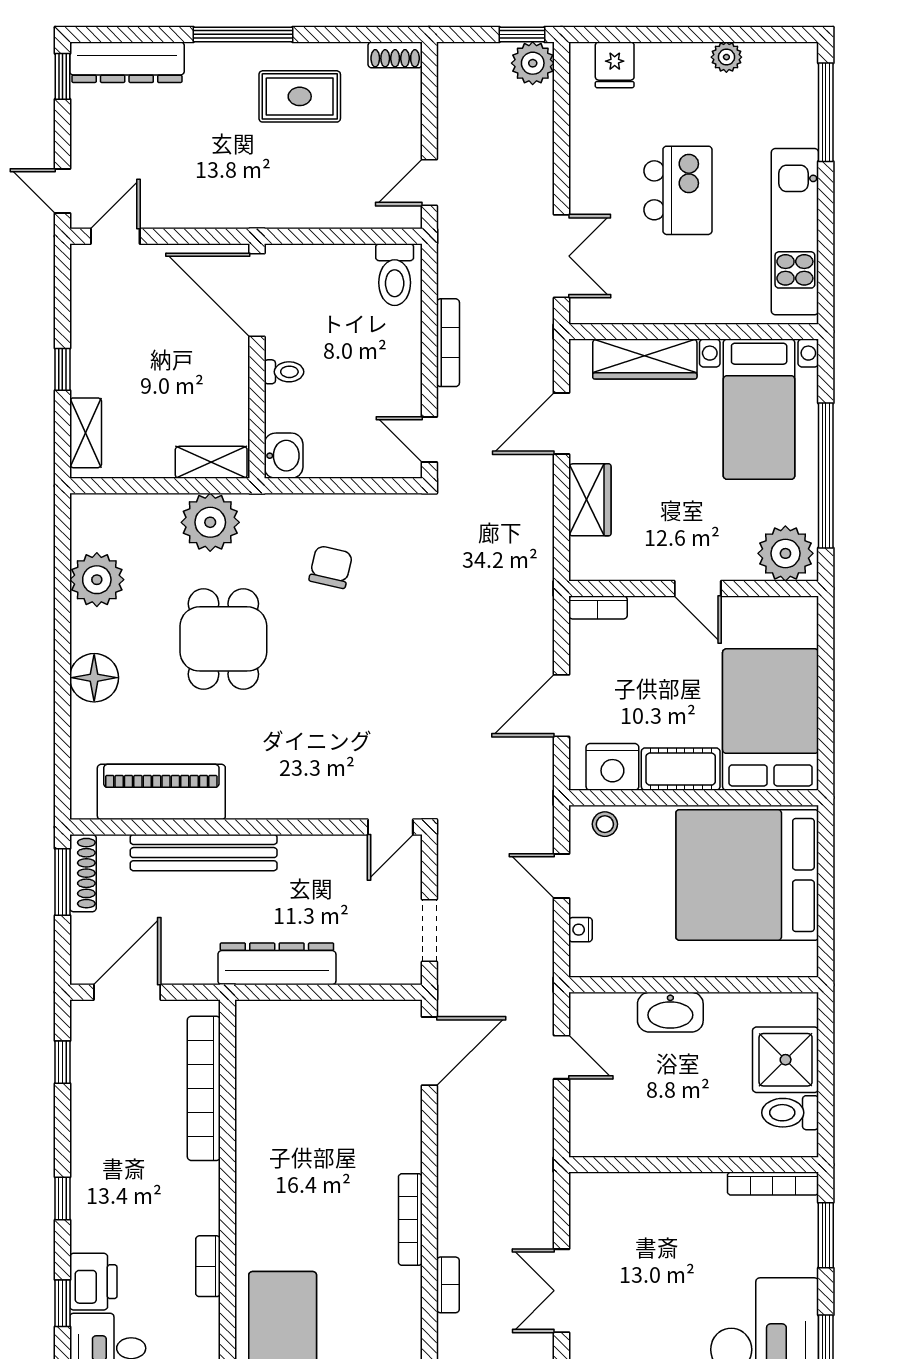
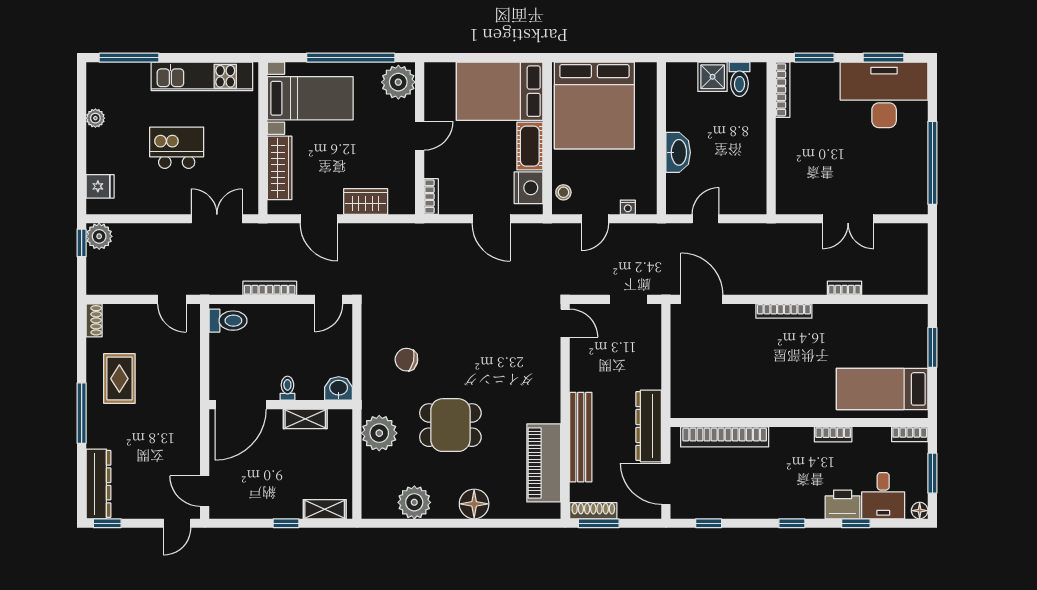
shelving: (211, 462) -> (305, 419), moved, turned 90
dresser: (277, 964) -> (649, 426), moved
shower: (786, 1060) -> (713, 77), width x0.73, depth x0.73
bookcase: (410, 1220) -> (784, 311), moved

